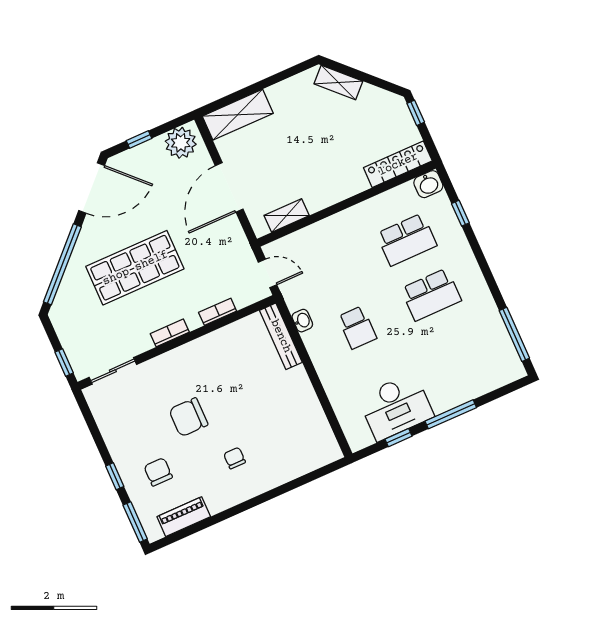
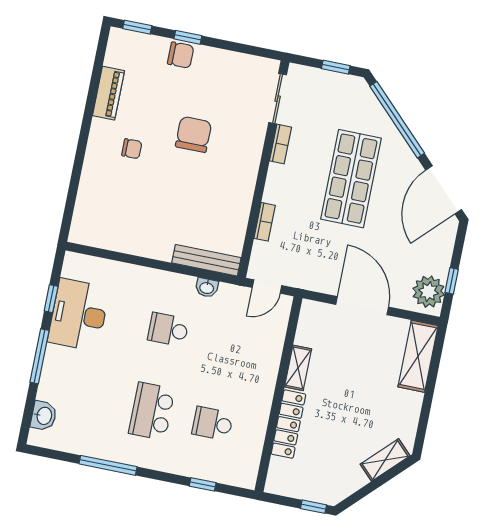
window: (139, 140) -> (452, 281), moved
locker: (398, 164) -> (288, 424), moved
washbasin: (428, 184) -> (44, 416), moved, turned 180
shelving: (287, 216) -> (298, 368), moved
school desk: (407, 240) -> (213, 423), width x0.54
bookcase: (170, 333) -> (281, 144), moved
window: (514, 334) -> (108, 465), moved
window: (64, 363) -> (336, 67), moved
chair: (158, 472) -> (181, 55), moved
piano: (184, 517) -> (109, 93), moved
window: (135, 522) -> (137, 27), width x0.67

